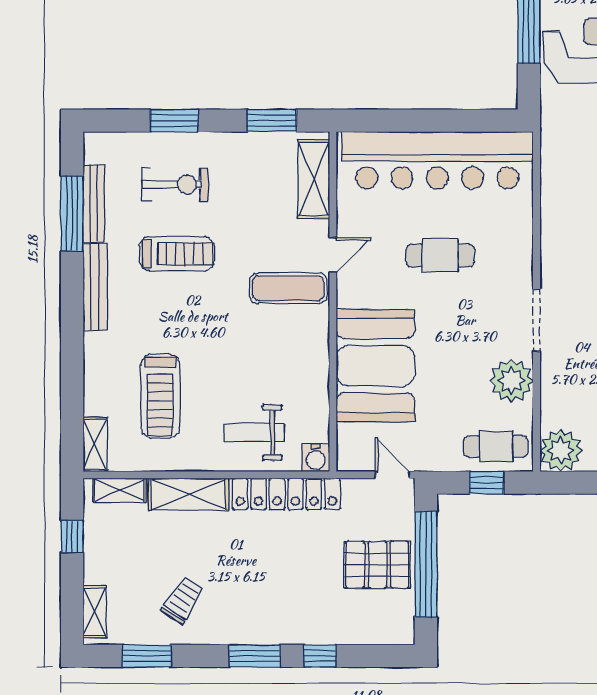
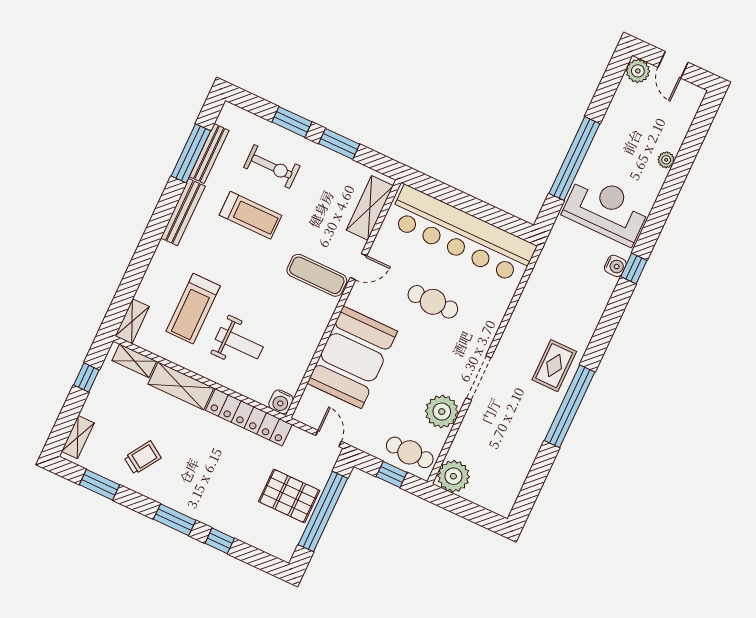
window: (272, 121) -> (339, 144), moved
weight bench: (254, 433) -> (239, 343), moved, turned 180

